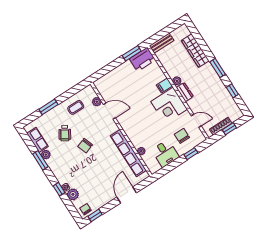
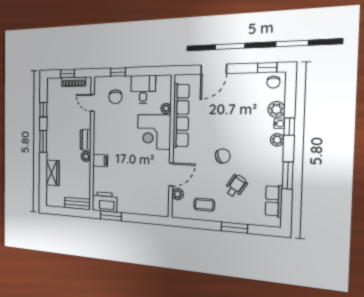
wardrobe: (195, 51) -> (52, 173), width x0.67
corner desk: (169, 105) -> (154, 132), moved, turned 180
door: (109, 111) -> (171, 174), swing flipped
plant: (46, 155) -> (277, 140), moved

